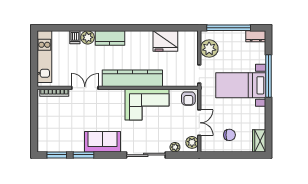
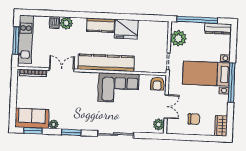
dresser: (256, 36) -> (218, 29), width x1.44
kitchen counter: (110, 38) -> (101, 25), moved
fridge: (165, 41) -> (126, 29), moved
window: (34, 59) -> (16, 41), added
window: (269, 76) -> (232, 83), moved
sofa: (102, 142) -> (32, 118), moved
plant: (175, 147) -> (54, 124), moved
window: (83, 155) -> (71, 132), moved

